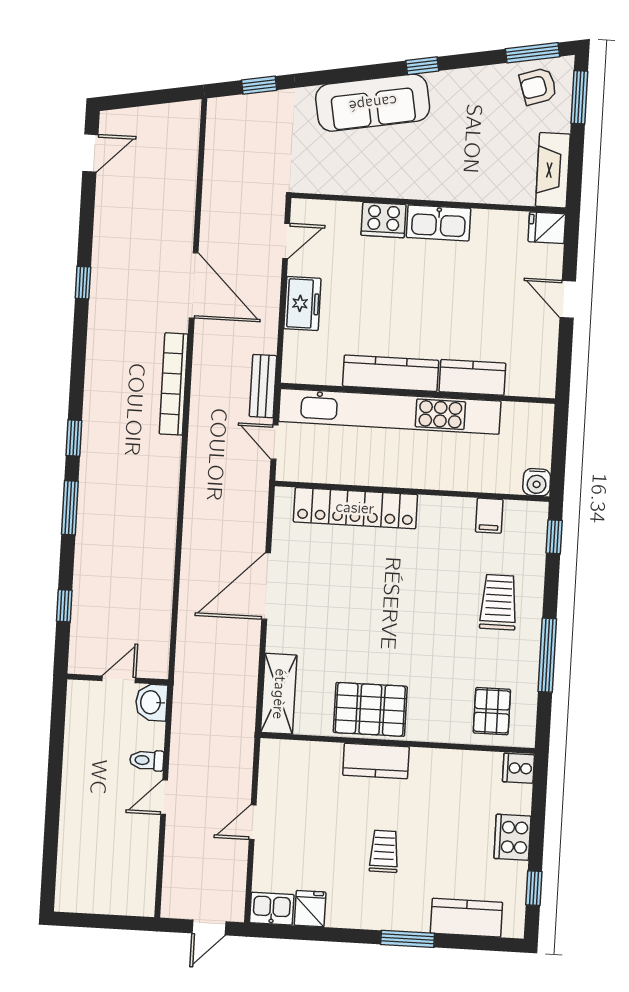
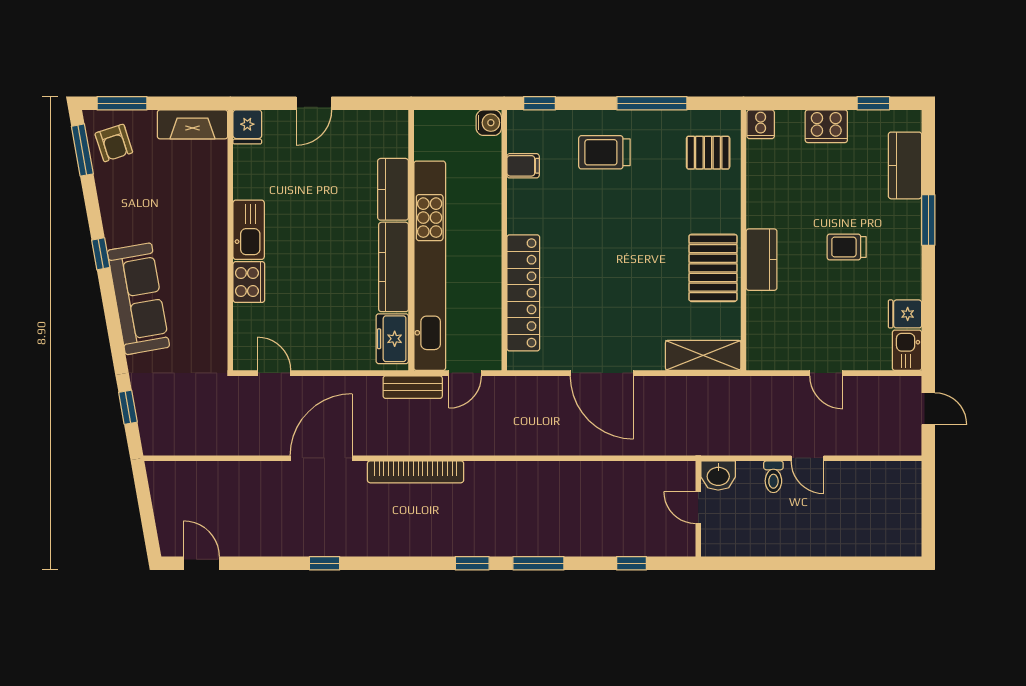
freezer: (302, 304) -> (392, 339), moved, turned -90

